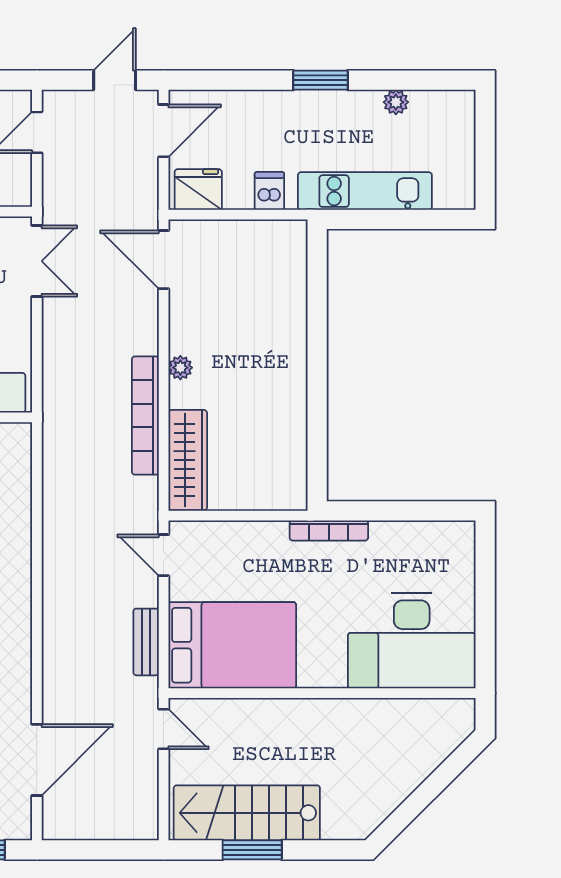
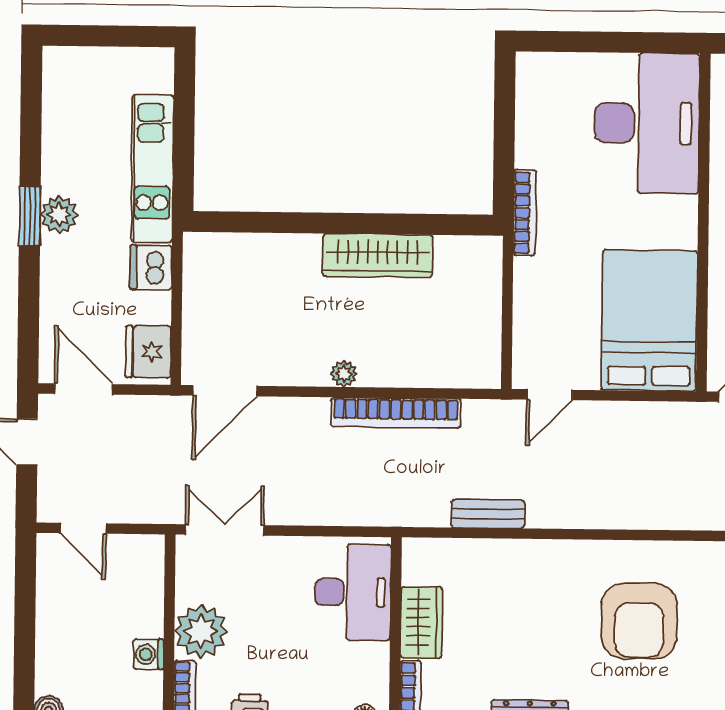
plant: (396, 102) -> (59, 215), moved, width x1.38, depth x1.38
dishwasher: (269, 191) -> (151, 267), width x1.38
wardrobe: (188, 460) -> (378, 256), moved, turned 180
bench: (146, 642) -> (488, 514), moved

